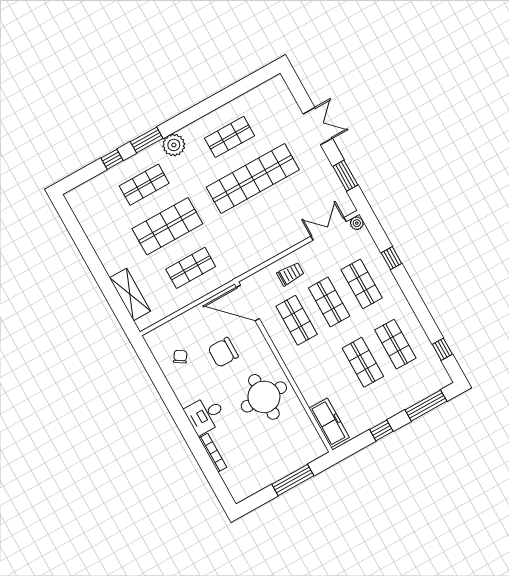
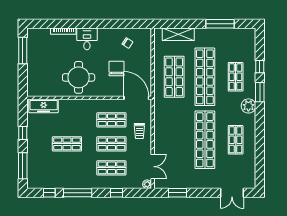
double door: (318, 126) -> (232, 193), moved
shop shelf: (167, 226) -> (205, 77), width x1.40
window: (84, 246) -> (220, 24), added
shop shelf: (191, 268) -> (174, 77), width x1.43, depth x1.36
door: (248, 303) -> (136, 98), hinge flipped
window: (421, 311) -> (78, 193), added
shop shelf: (395, 344) -> (67, 168), removed
window: (293, 480) -> (23, 51), moved

